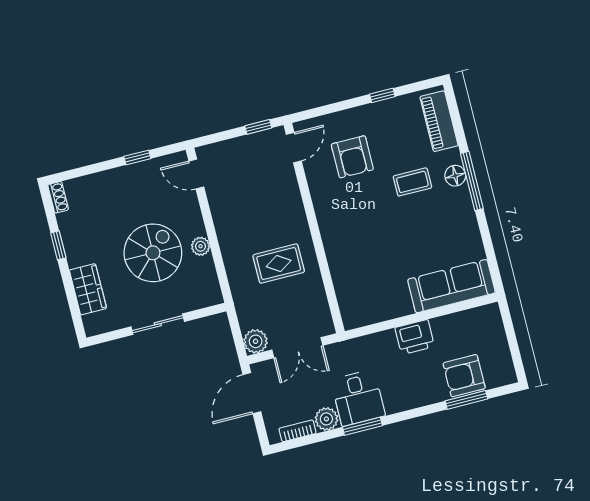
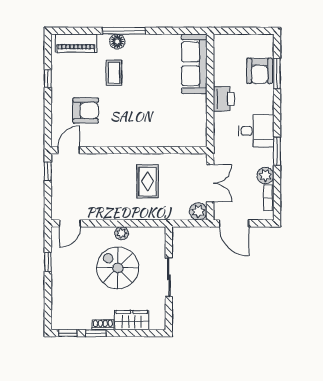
door: (294, 148) -> (69, 150), hinge flipped
shoe rack: (58, 197) -> (103, 325), moved
window: (49, 208) -> (68, 333), added
desk: (358, 398) -> (256, 131), moved

